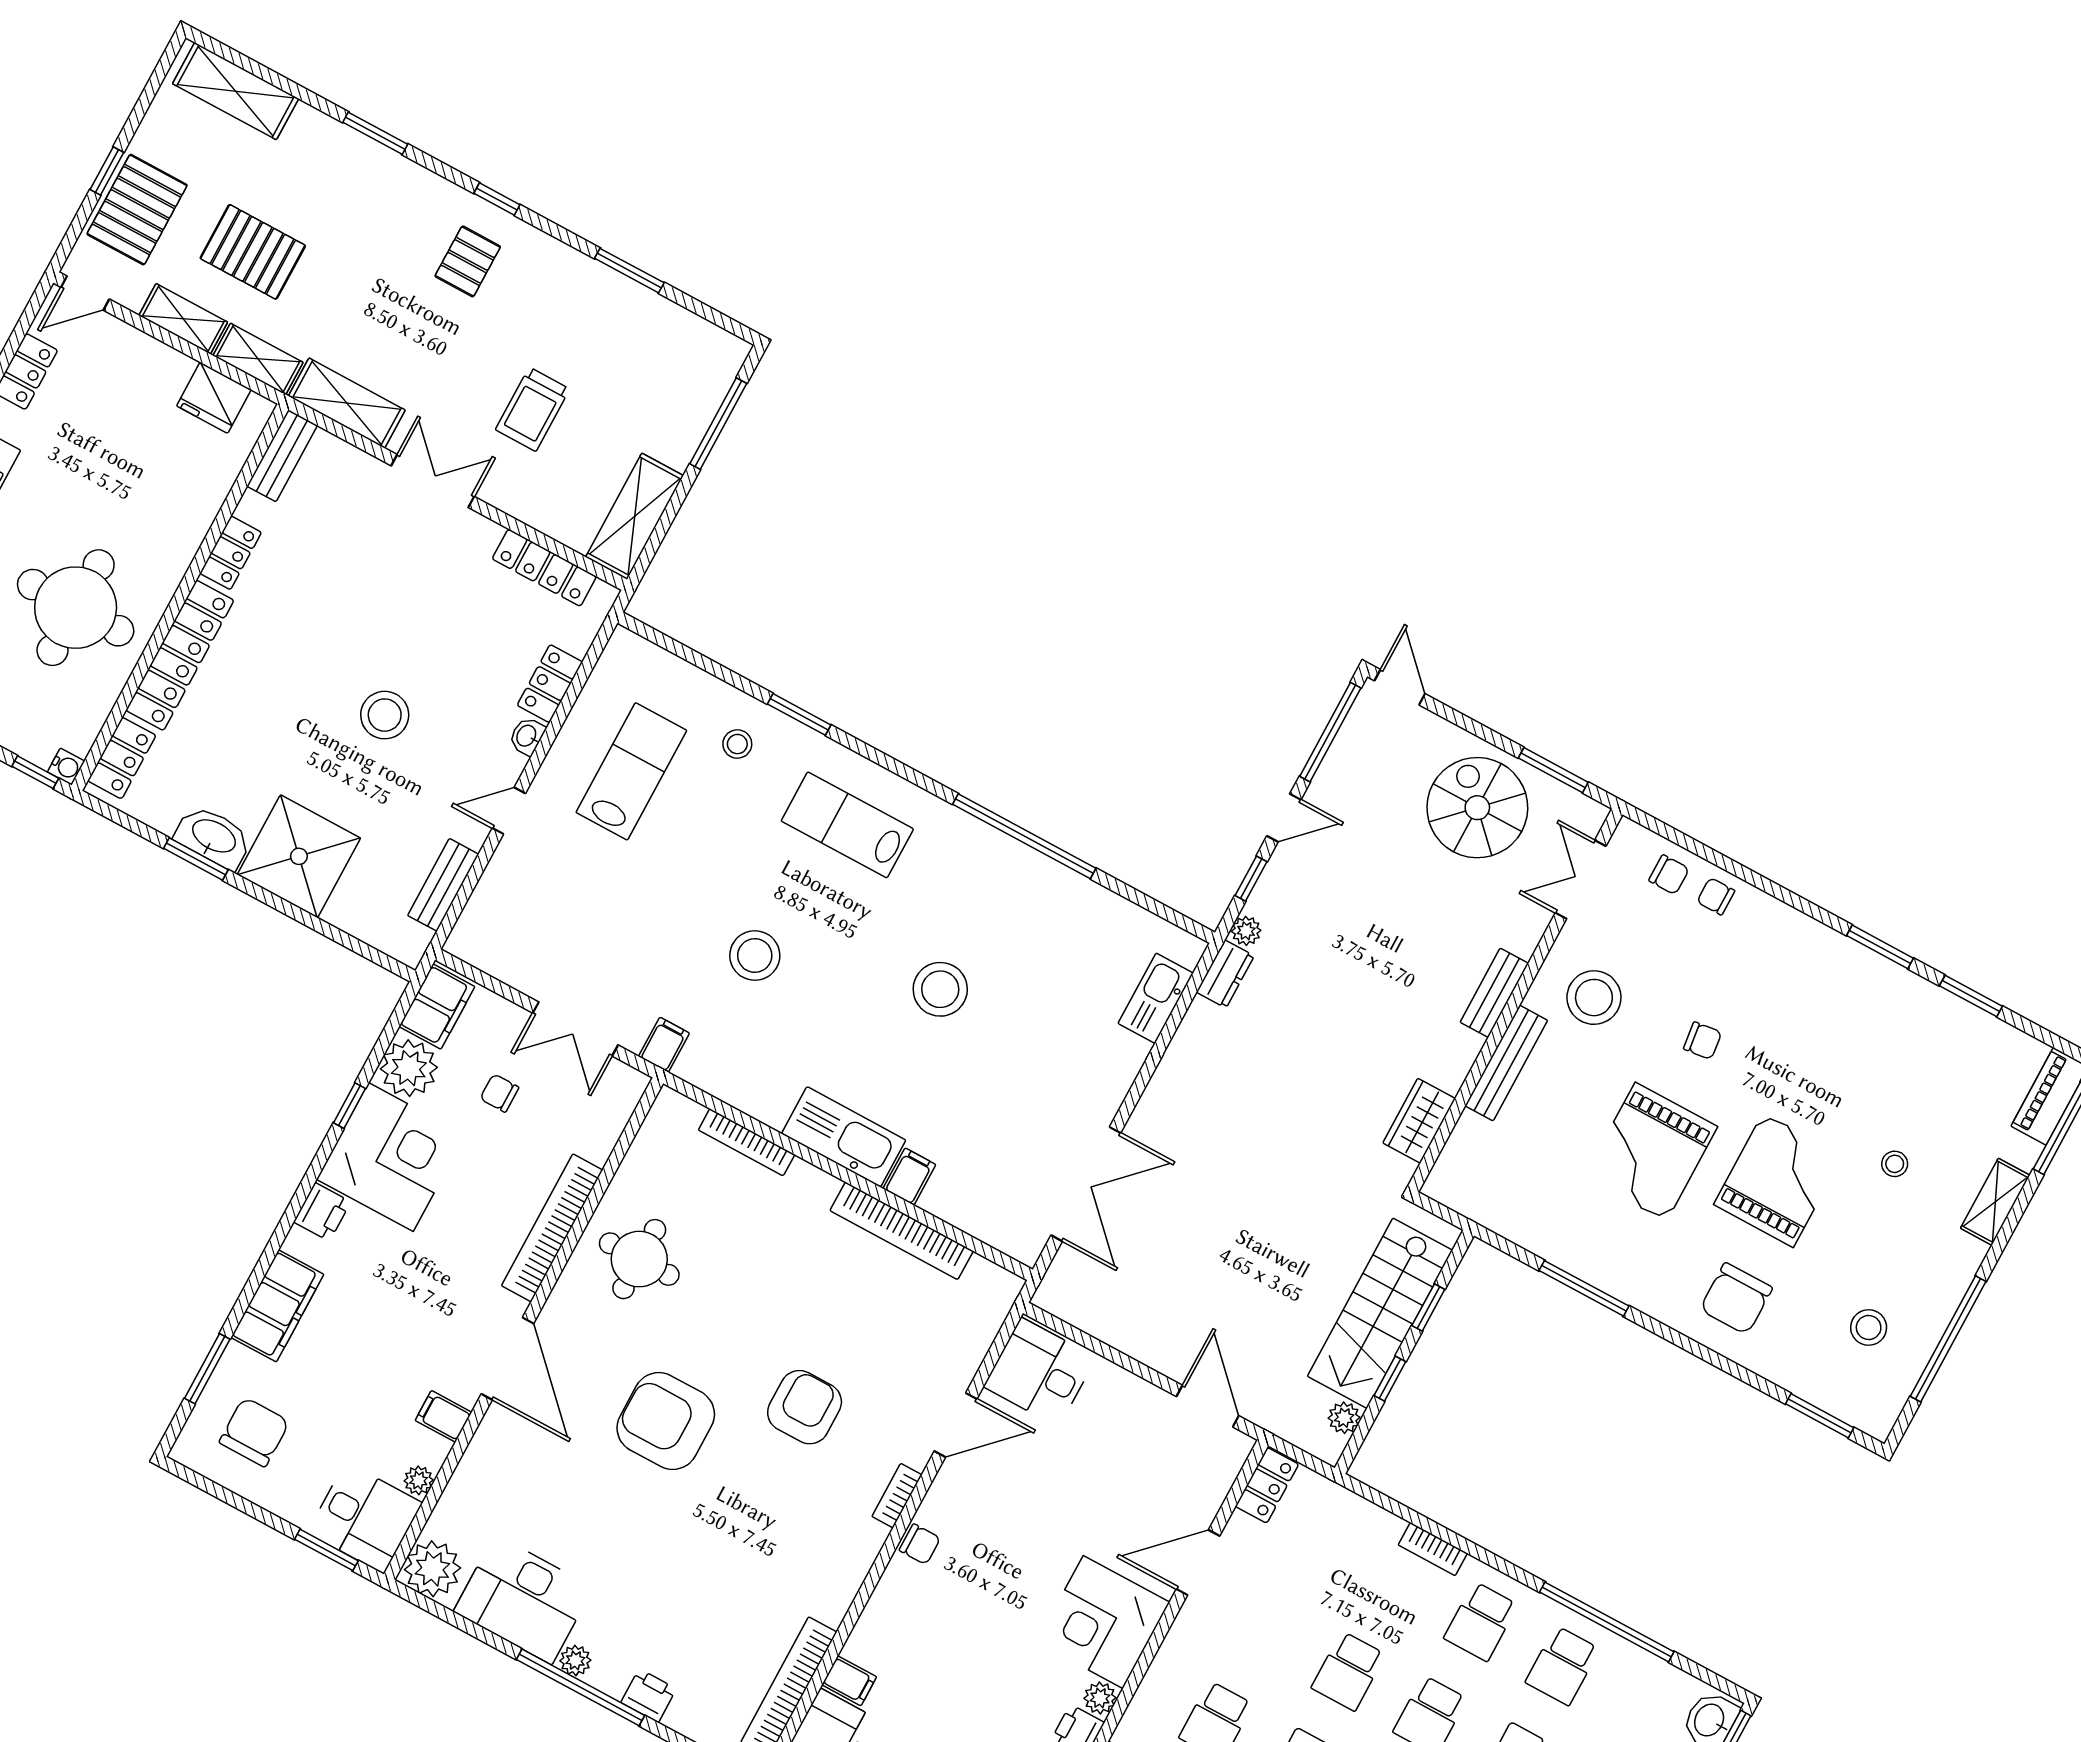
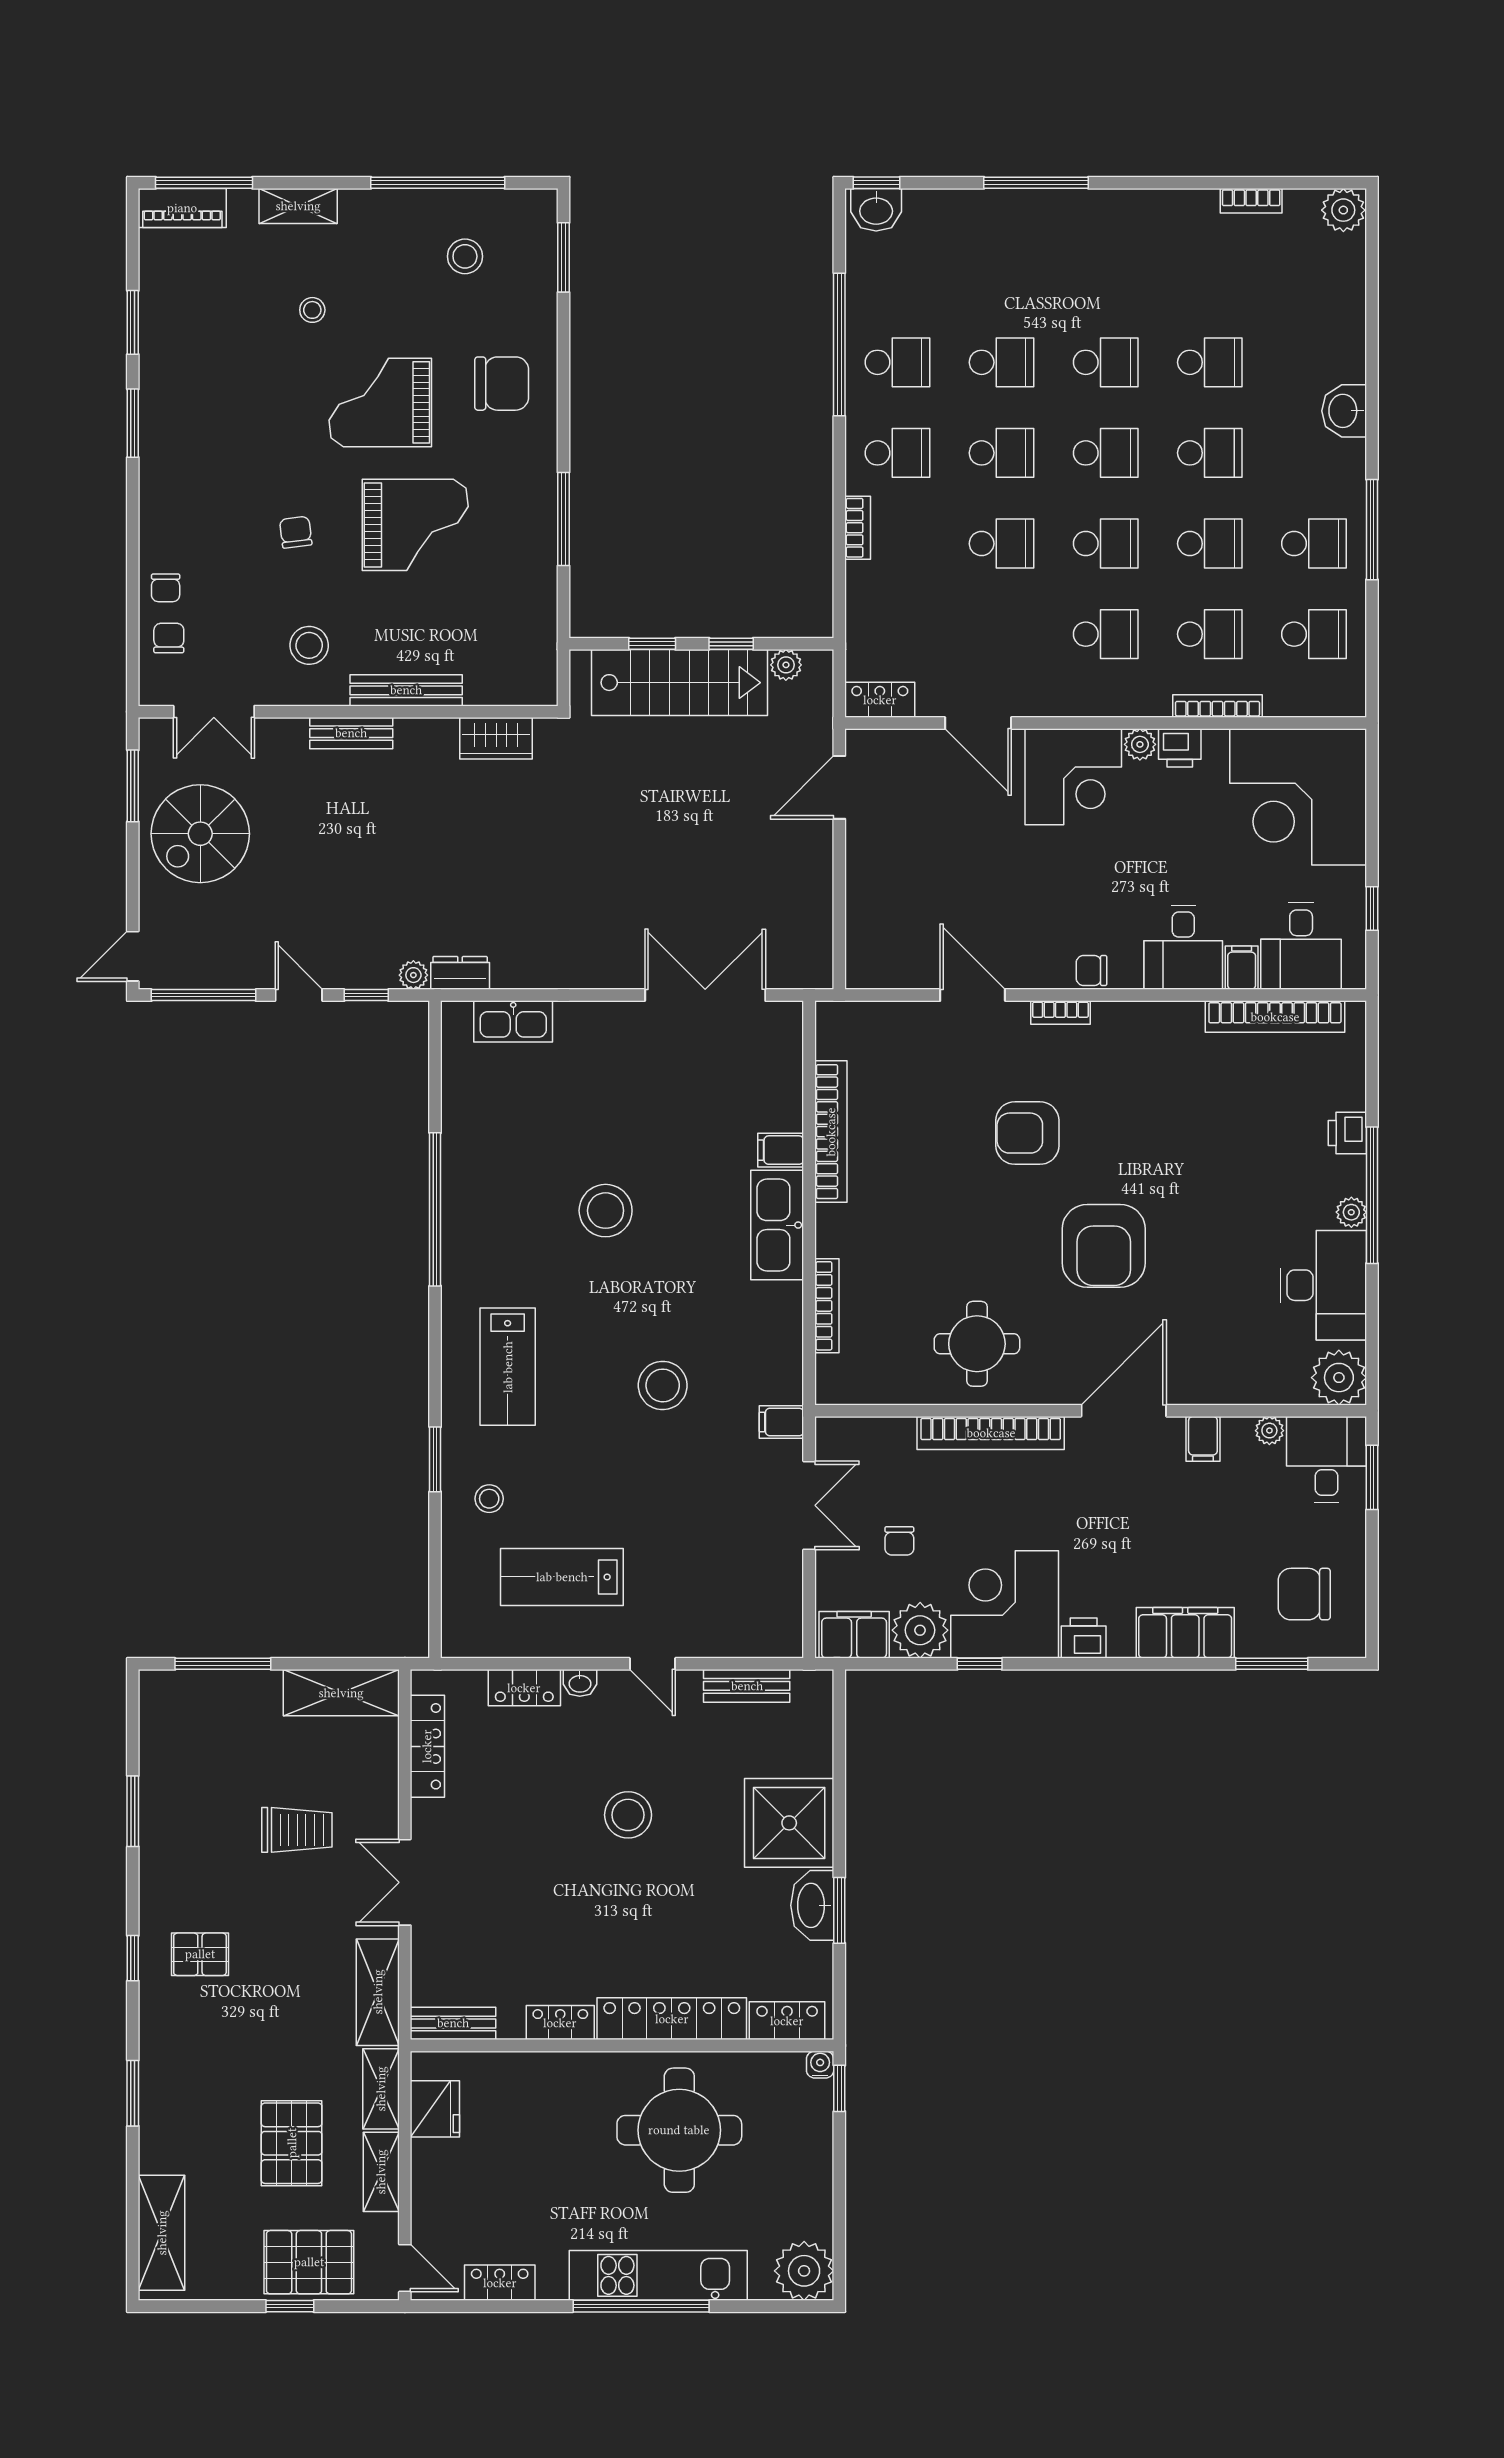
stool: (1594, 998) -> (309, 645), width x0.73, depth x0.73
desk: (1040, 1372) -> (1183, 947), moved
chair: (920, 1544) -> (1092, 970), turned -90

